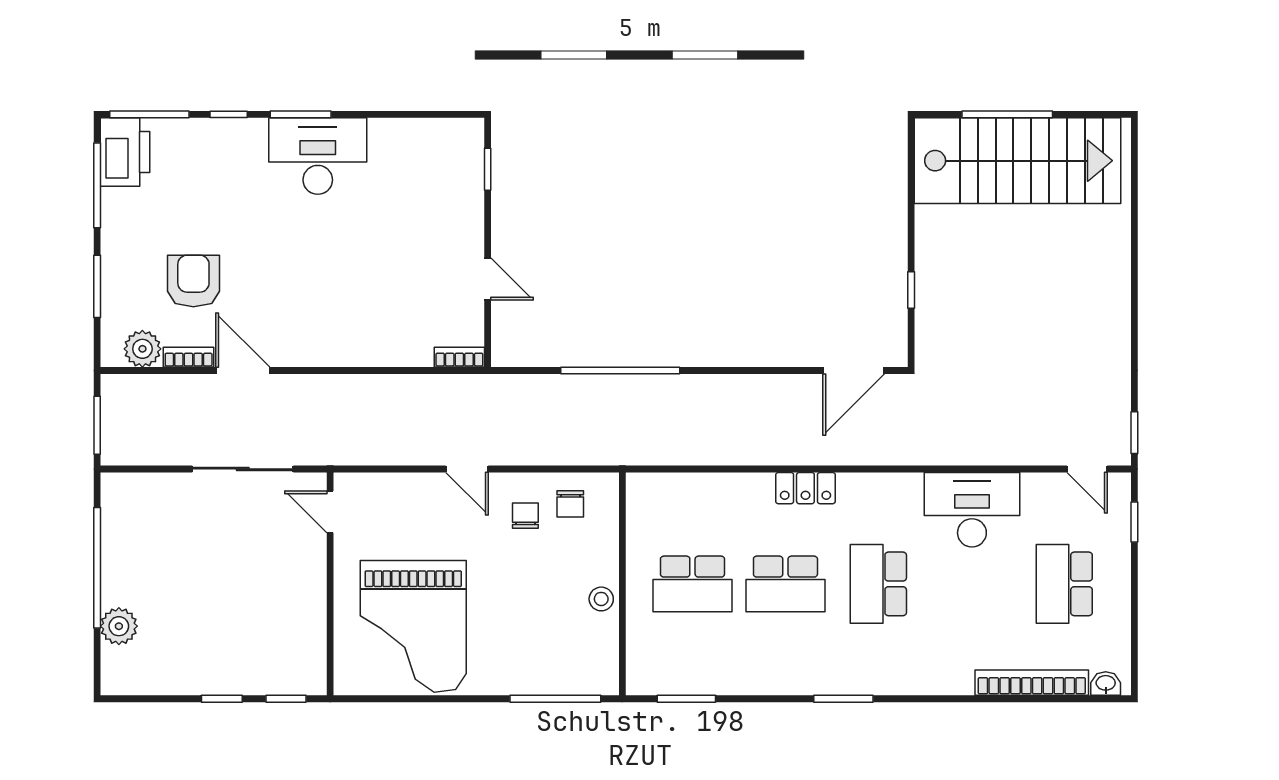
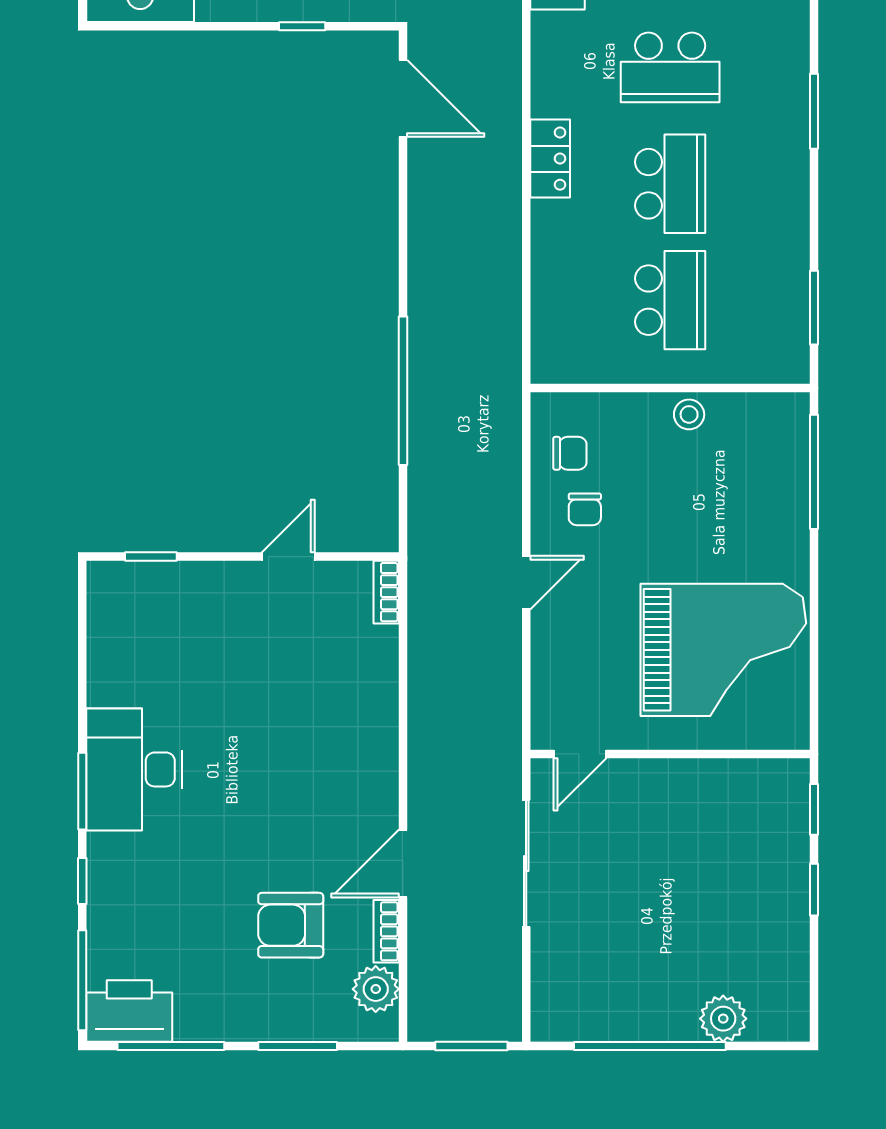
chair: (525, 516) -> (585, 509), turned -90

